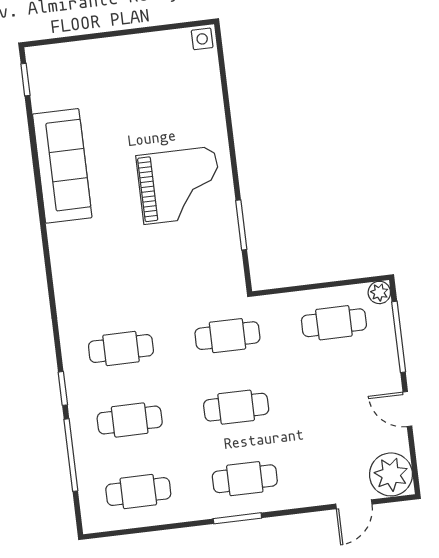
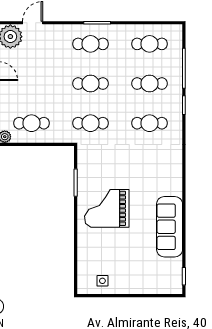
side table: (202, 39) -> (102, 281), moved

